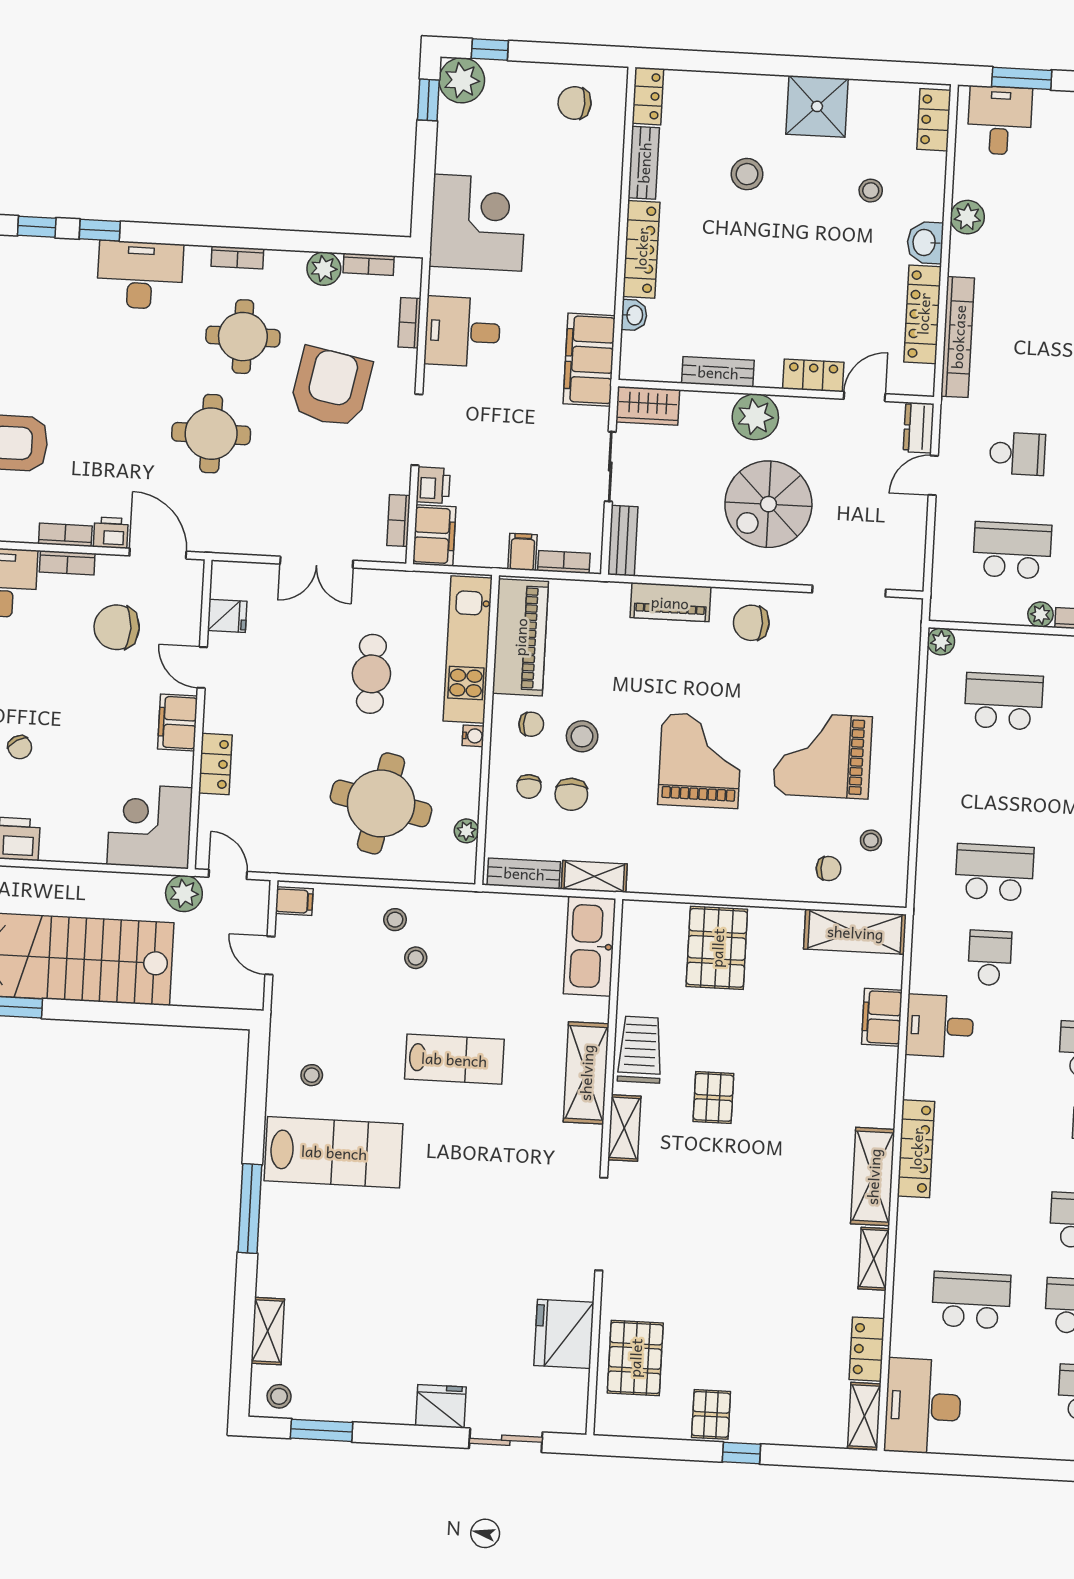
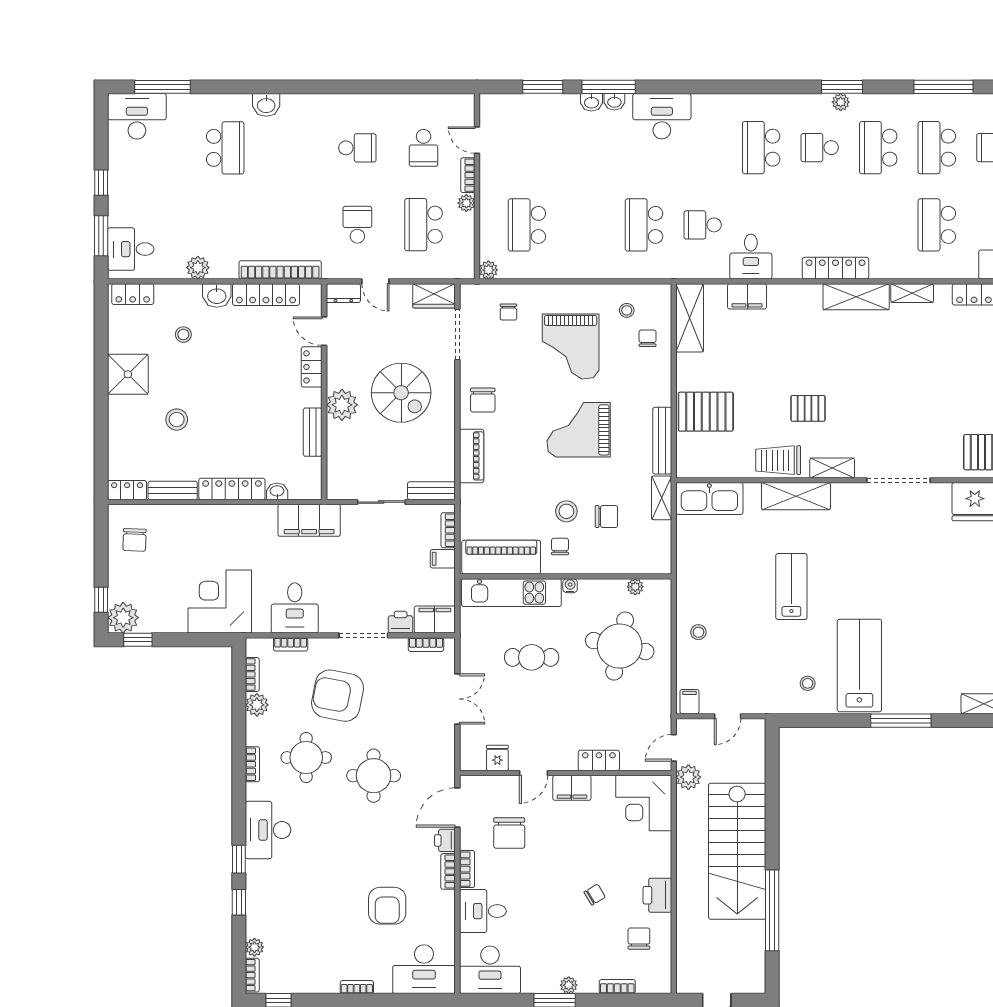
wardrobe: (648, 406) -> (434, 296), moved, turned 90
chair: (529, 786) -> (508, 312), moved, turned 90
bench: (524, 873) -> (662, 441), moved, width x1.36
stool: (416, 958) -> (724, 617), removed

